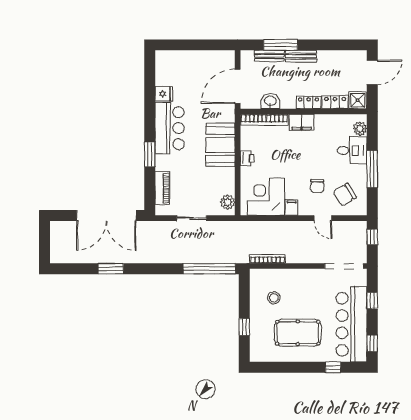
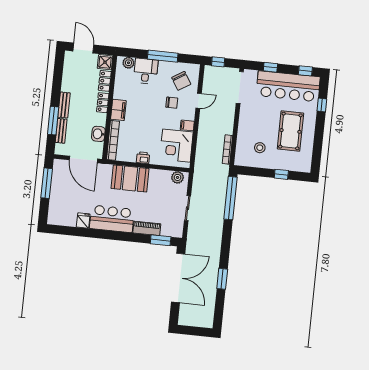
window: (204, 45) -> (47, 183), added
window: (150, 154) -> (161, 240), moved
piano: (162, 188) -> (147, 228), moved

